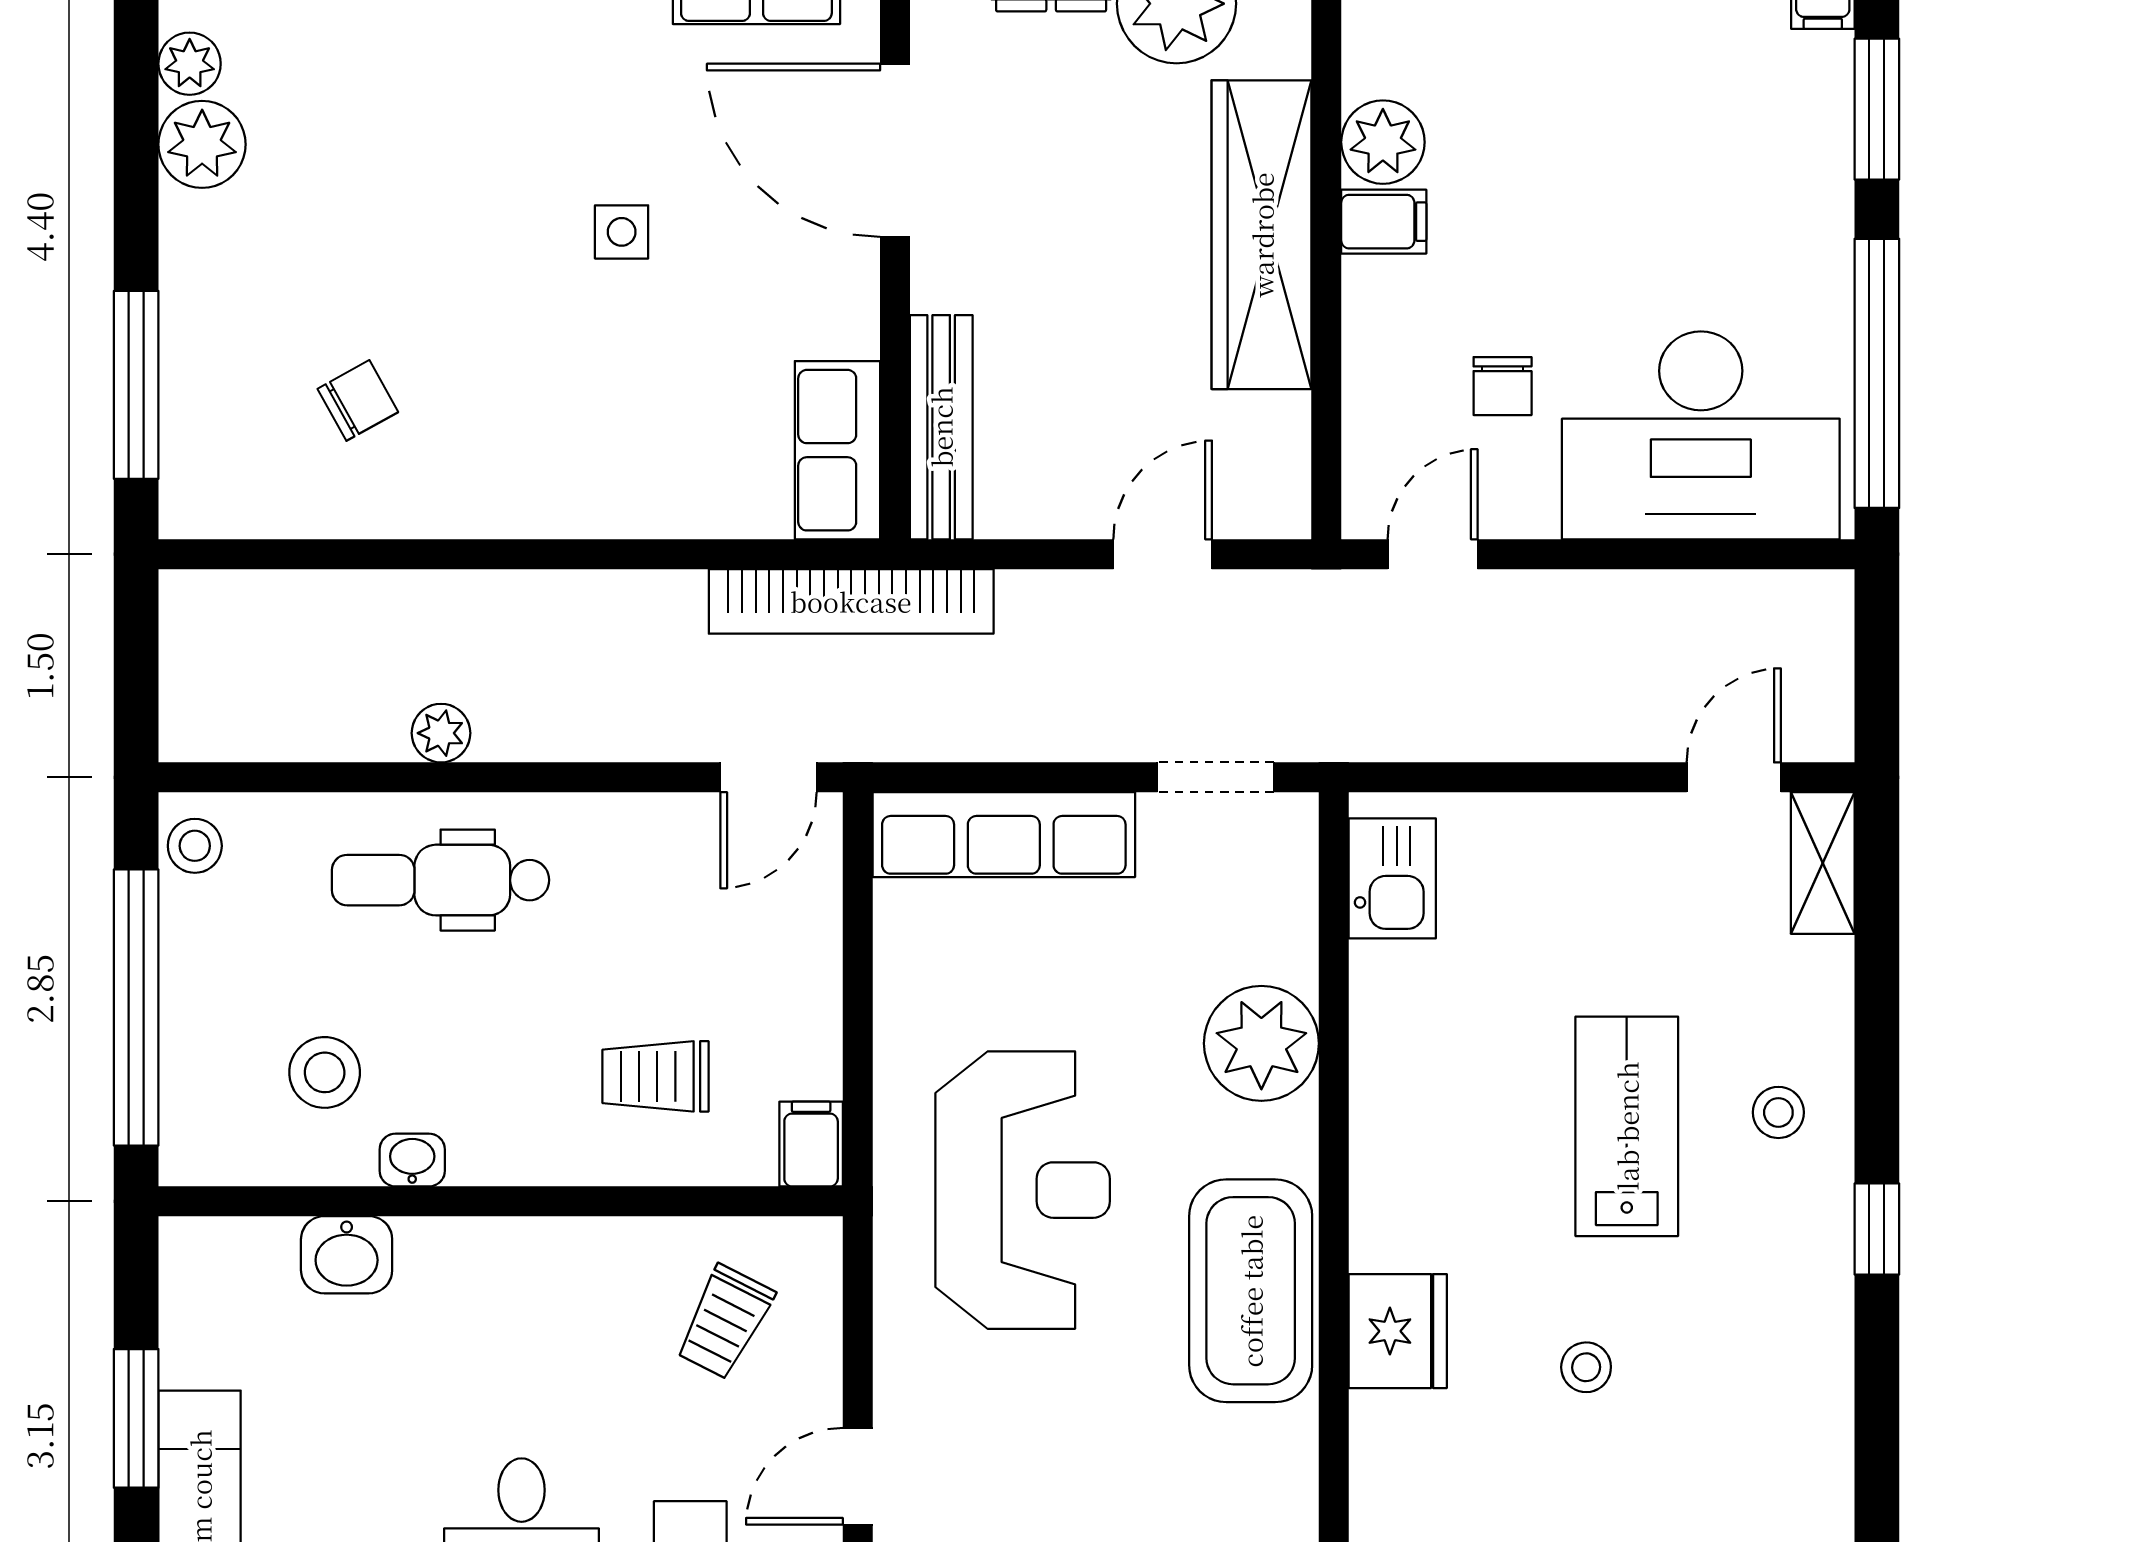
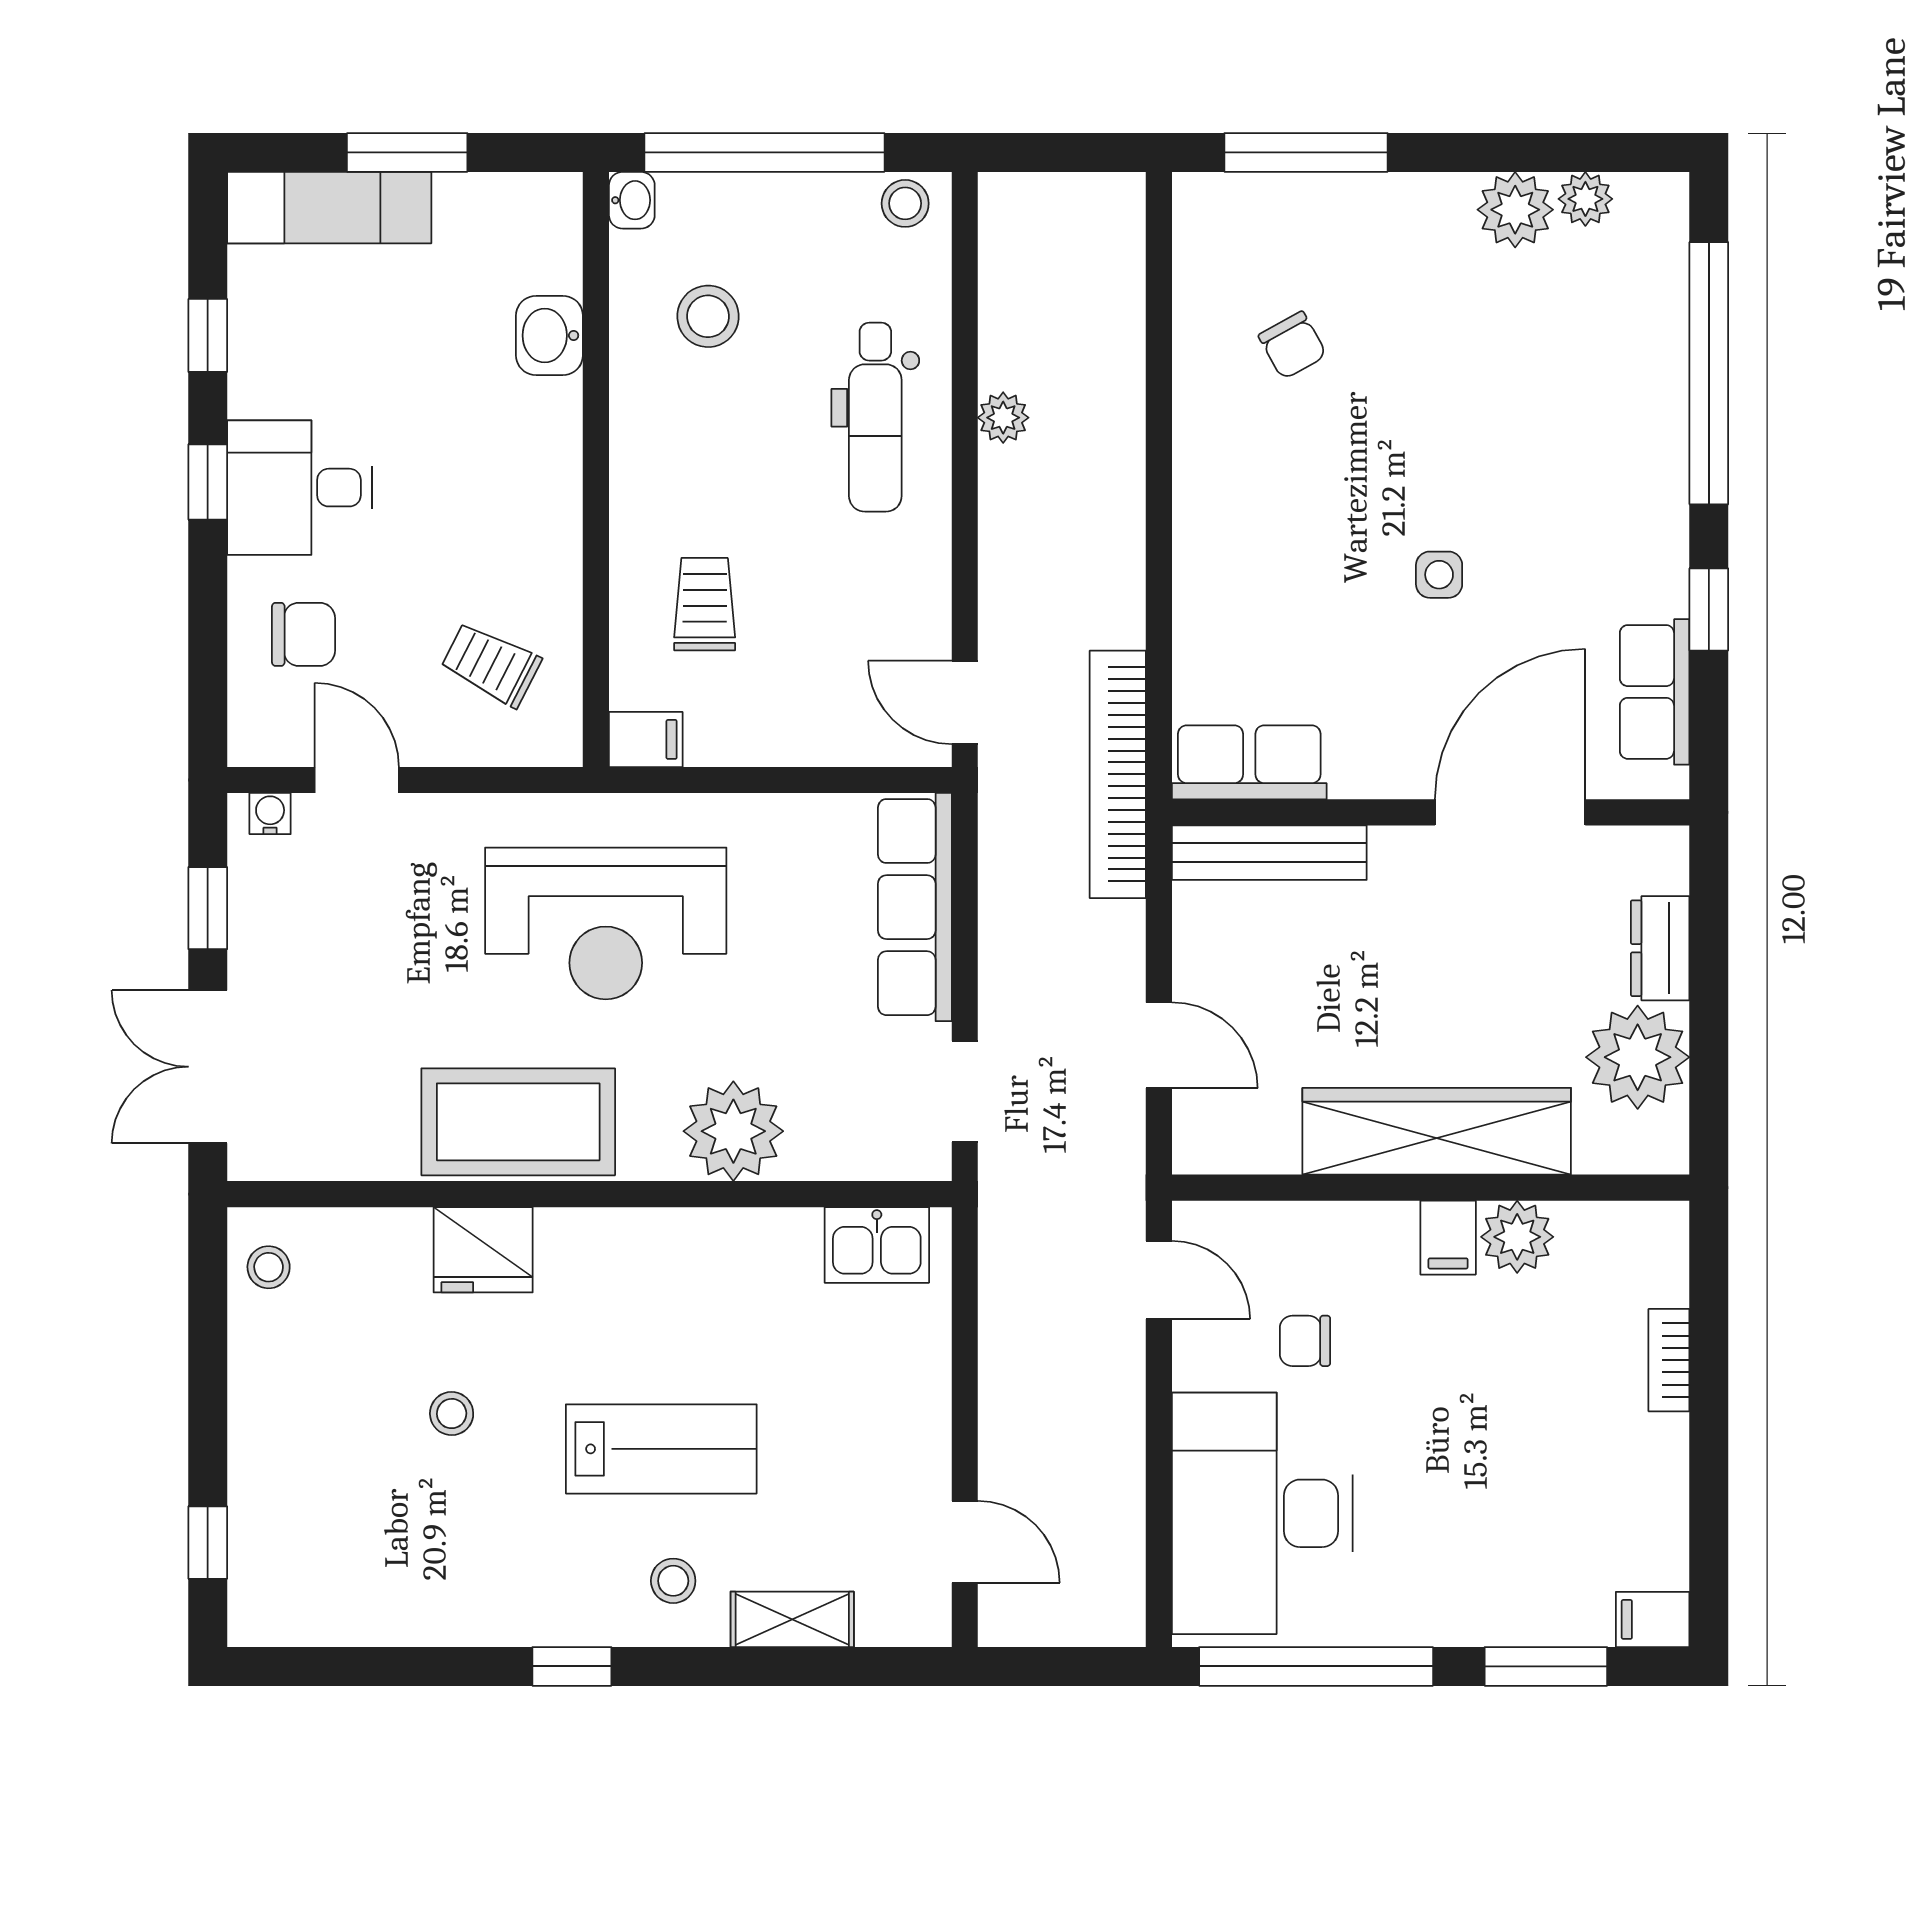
shelving: (1823, 863) -> (792, 1619), moved
dental chair: (441, 880) -> (875, 417), turned 180
washbasin: (412, 1160) -> (632, 200), moved

